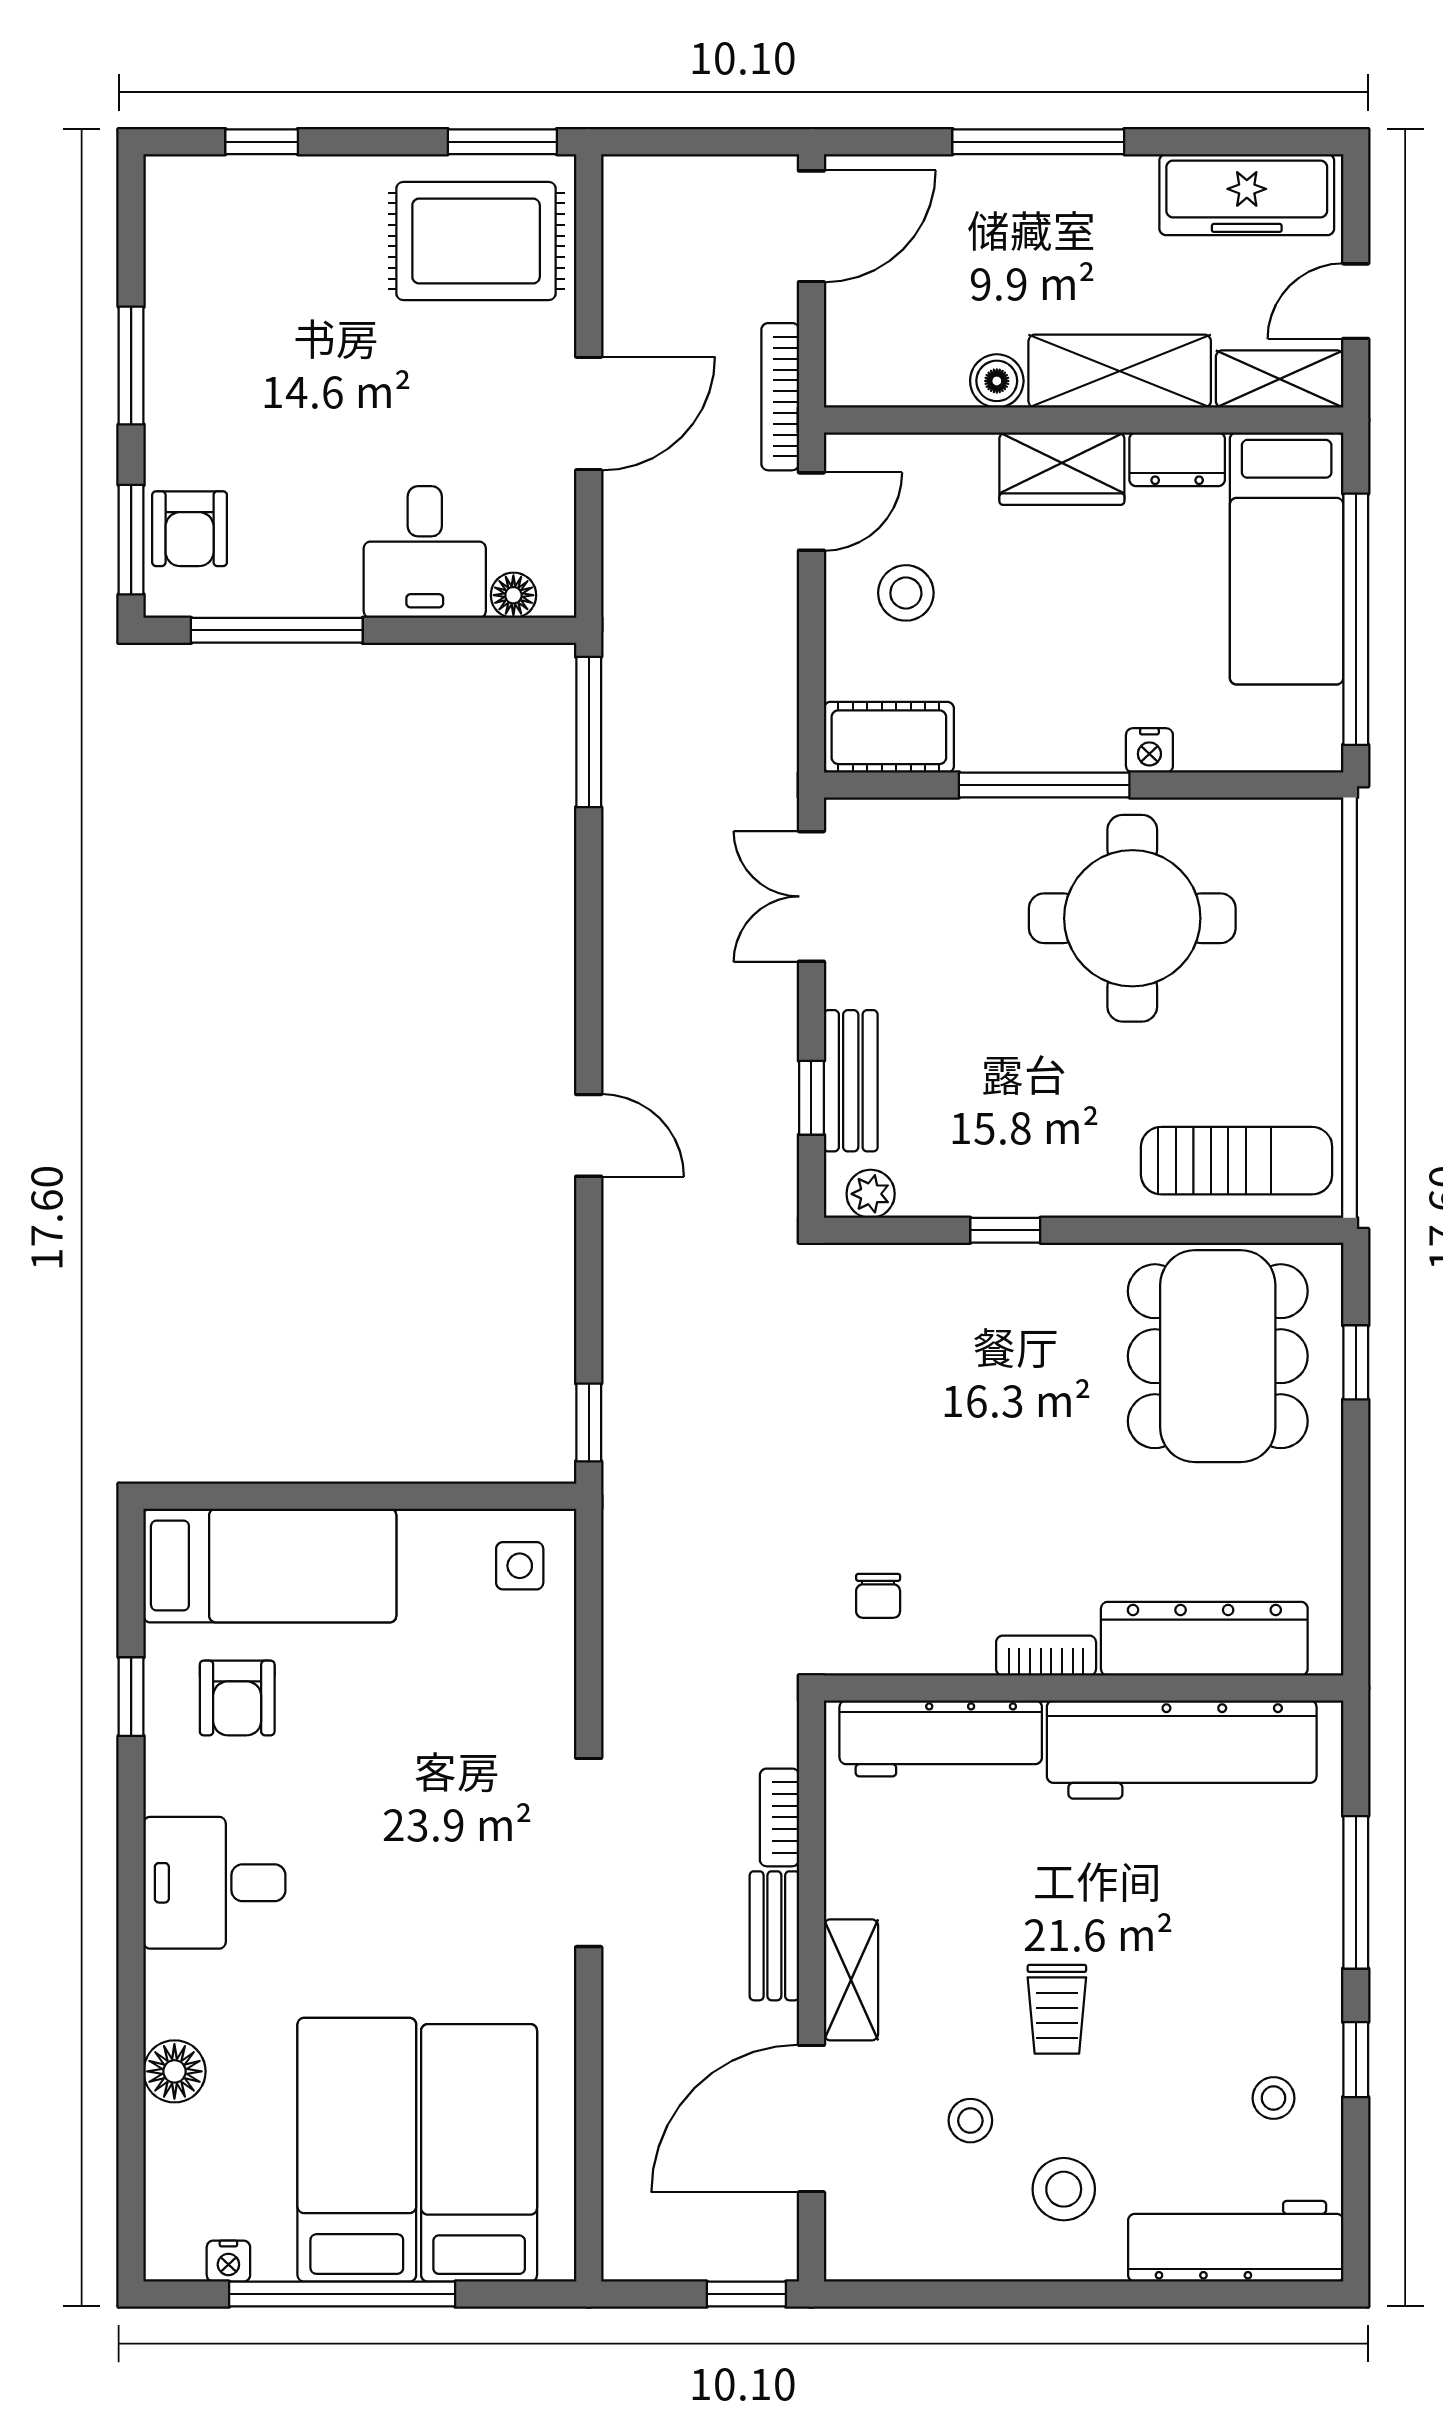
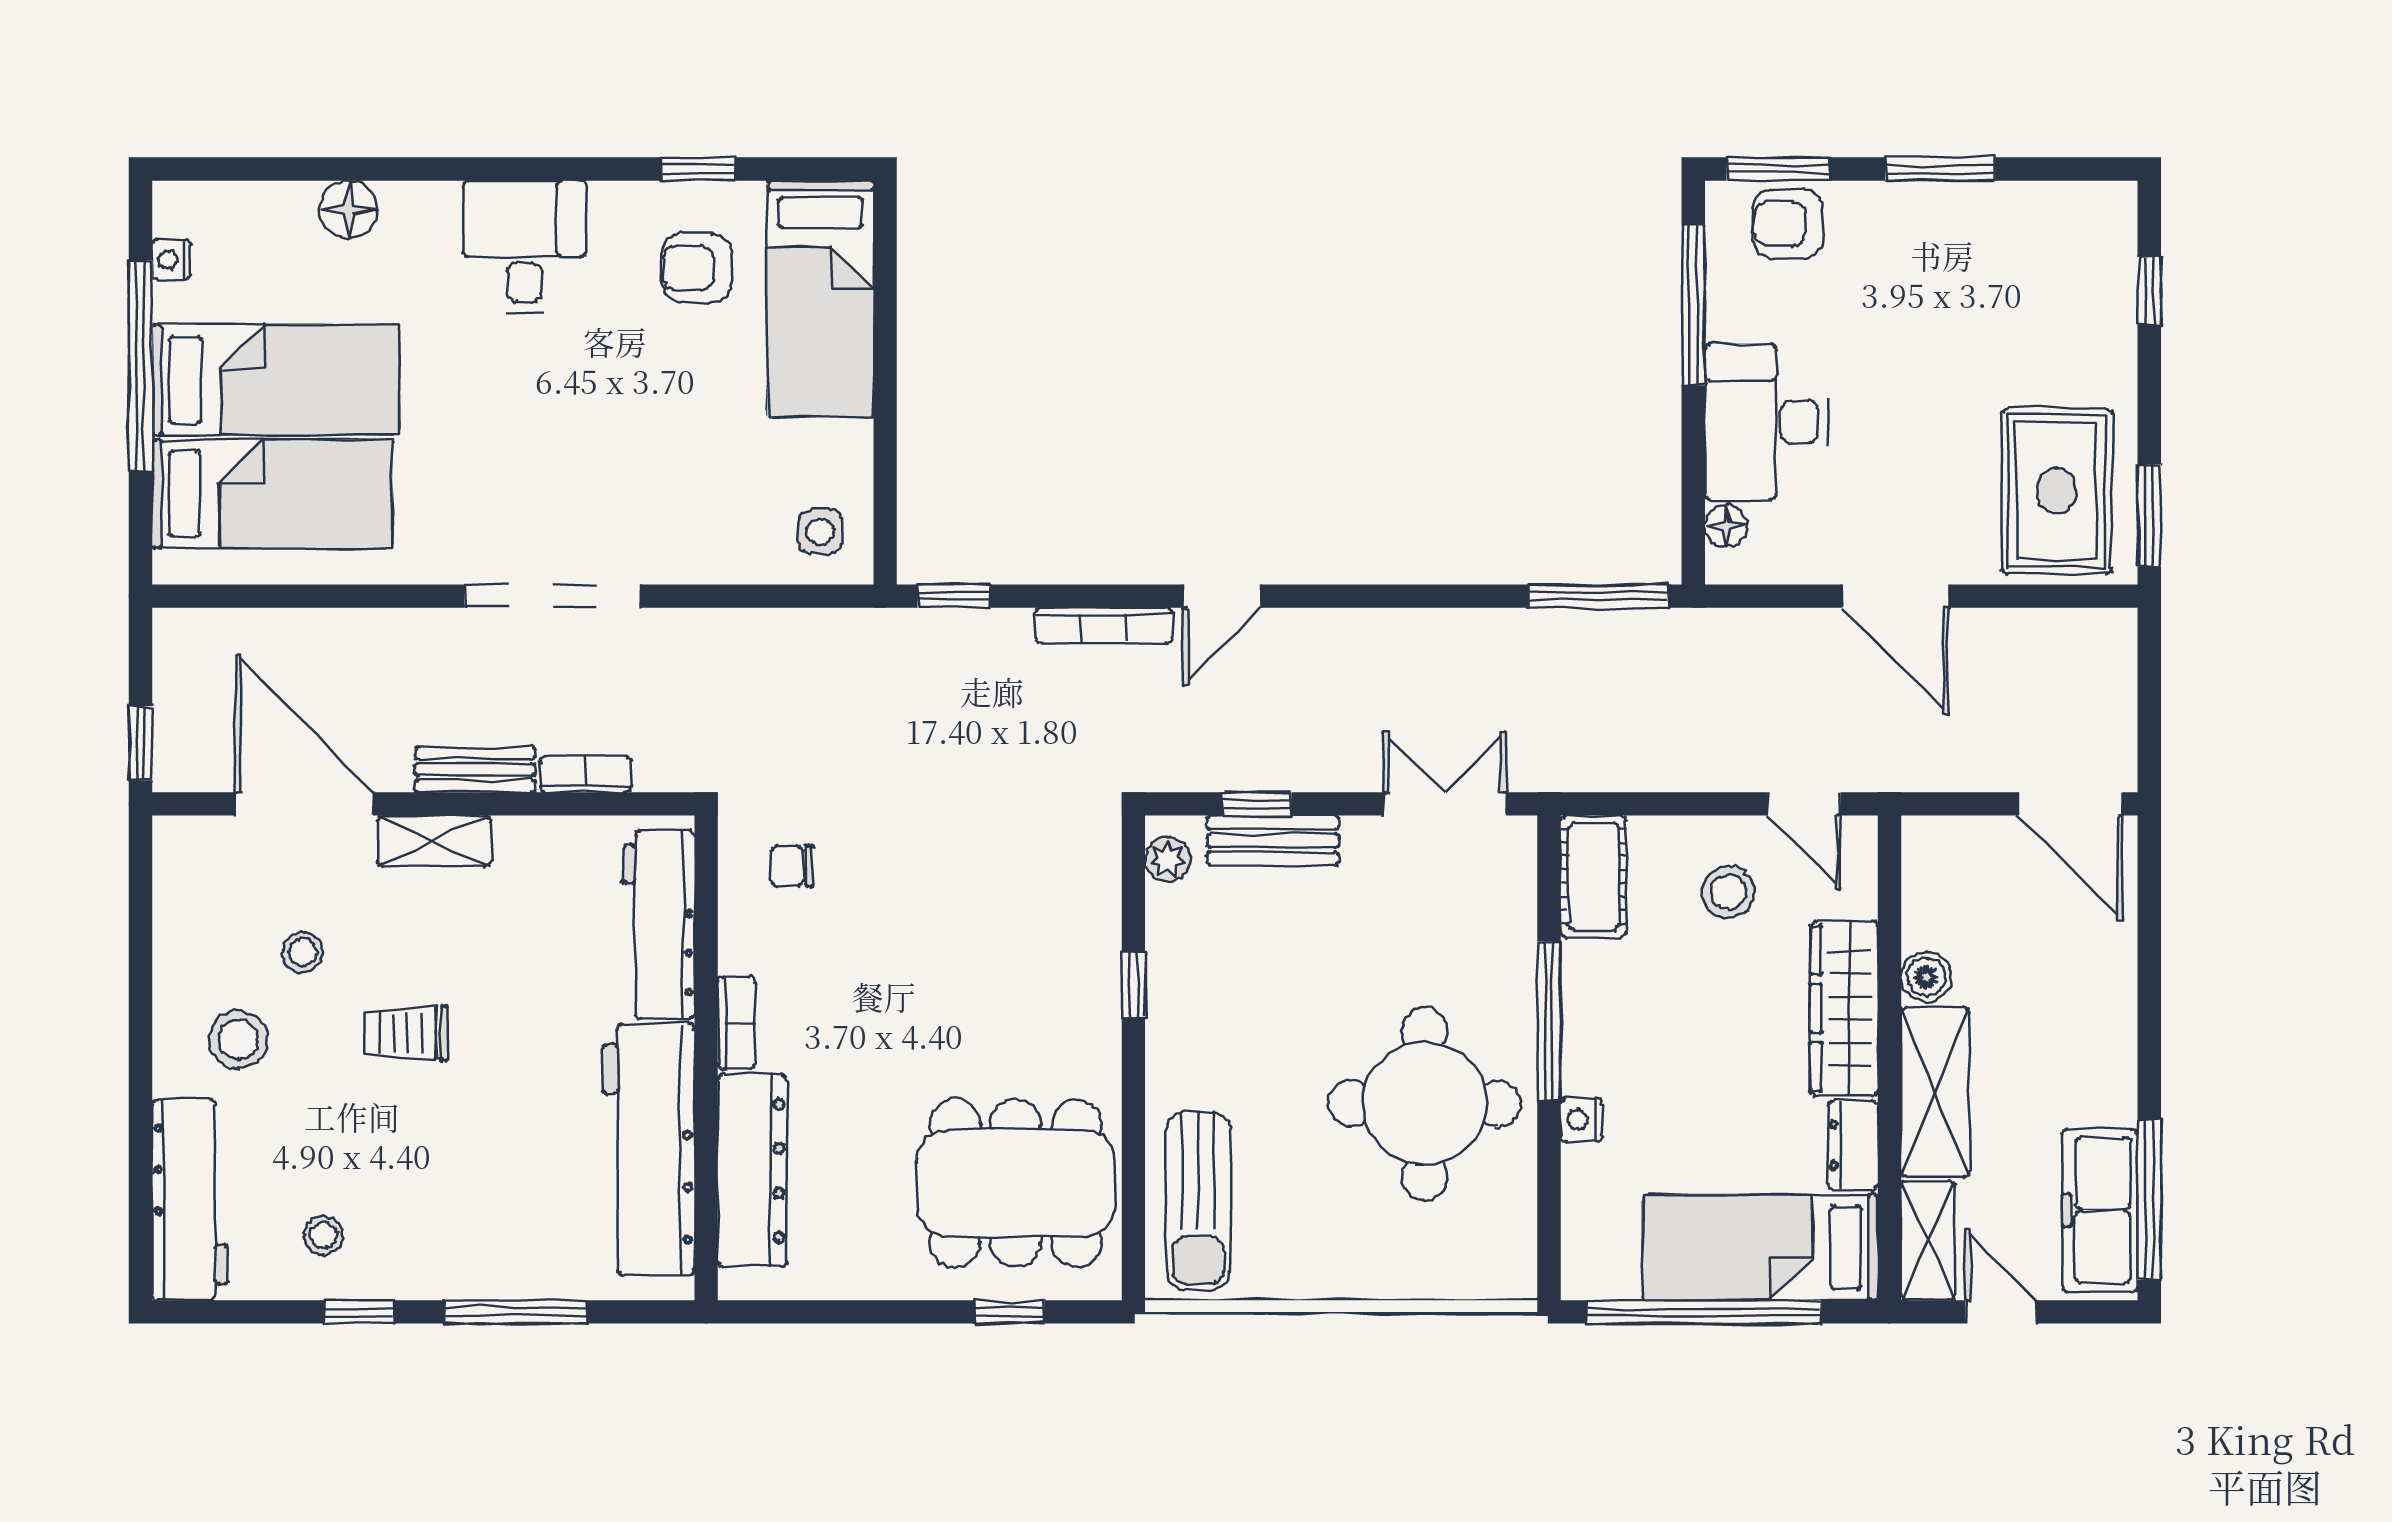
window: (1038, 142) -> (2149, 1199), moved
bookcase: (780, 397) -> (1103, 625), moved, turned 180
wardrobe: (1062, 469) -> (1844, 1009), width x1.50
desk: (425, 552) -> (1766, 422), width x1.37

